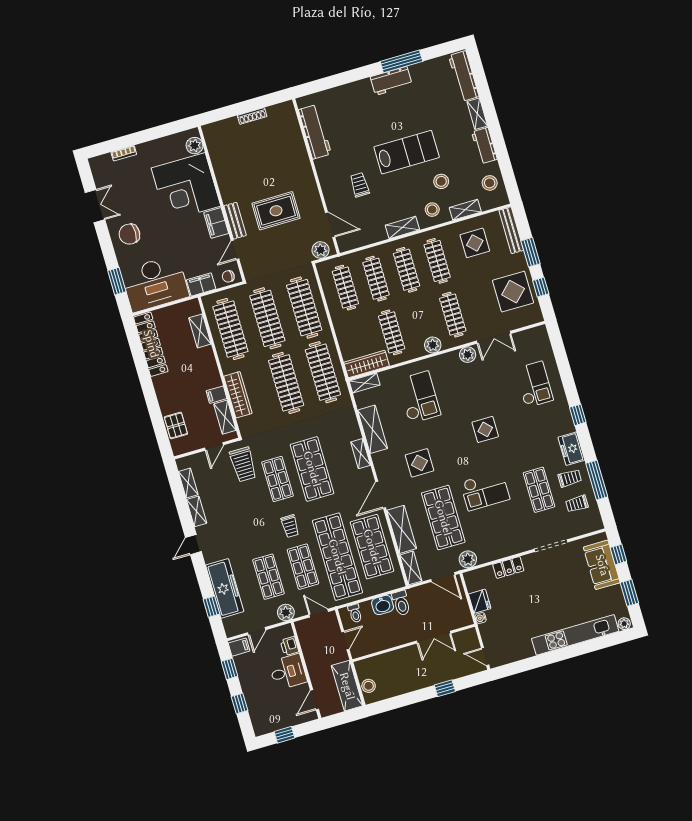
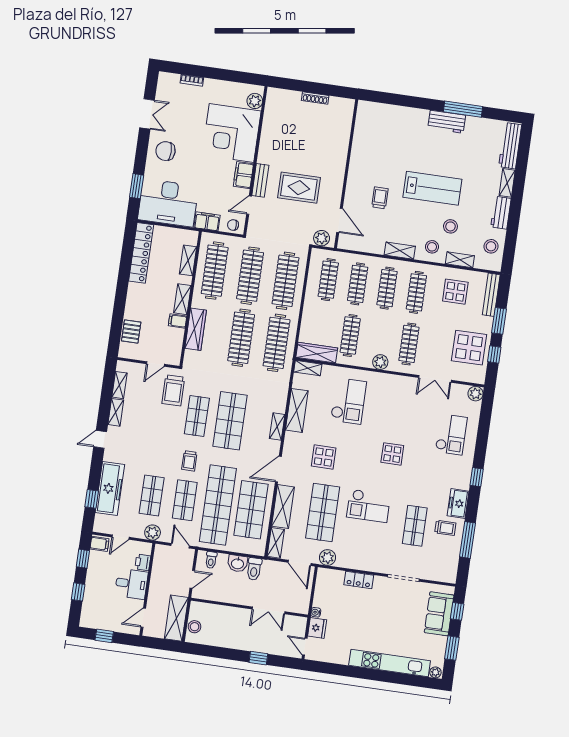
workbench: (315, 132) -> (362, 136), removed
plant: (468, 355) -> (475, 394), moved
shelving: (225, 417) -> (182, 299), moved
trolley: (577, 504) -> (442, 552), removed
fridge: (480, 601) -> (317, 628), moved

